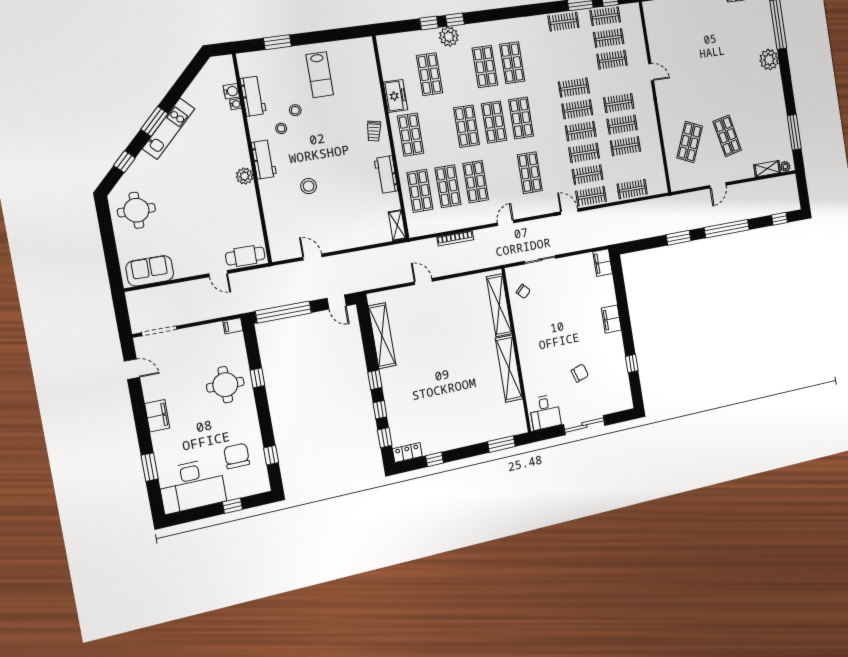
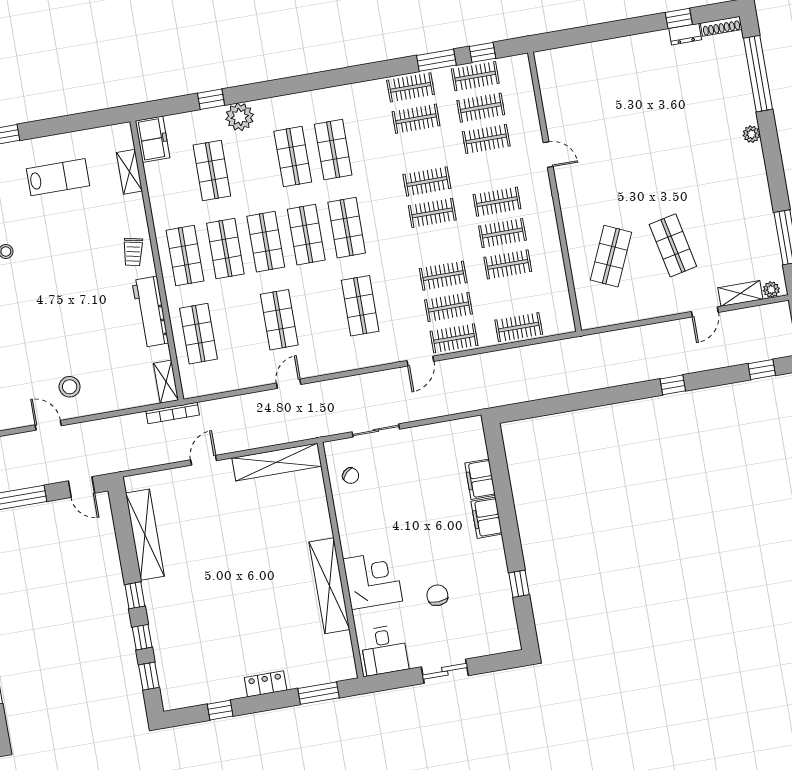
window: (455, 20) -> (249, 93), removed
plant: (769, 60) -> (752, 134), width x0.53, depth x0.53
shelving: (371, 73) -> (129, 172), added
lab bench: (320, 75) -> (58, 177), turned -90
freezer: (396, 96) -> (153, 139), moved
stool: (295, 110) -> (25, 226), removed
clothes rail: (581, 131) -> (416, 119), moved
workbench: (386, 175) -> (150, 312), width x1.38
door: (718, 185) -> (705, 312), moved
stool: (309, 186) -> (70, 387), moved
shop shelf: (448, 186) -> (225, 249), moved
door: (569, 212) -> (420, 361), swing flipped
door: (506, 223) -> (289, 384), moved
window: (727, 229) -> (673, 385), width x0.32
bookcase: (455, 238) -> (173, 413), moved
window: (679, 238) -> (594, 399), removed
filing cabinet: (603, 263) -> (480, 479), moved
door: (423, 282) -> (204, 460), hinge flipped
shelving: (499, 305) -> (277, 462), moved, turned 90
corner desk: (538, 364) -> (373, 580), added
chair: (580, 373) -> (437, 595), turned -75
sliding door: (584, 425) -> (445, 671), width x0.73
locker: (407, 452) -> (266, 684), moved

